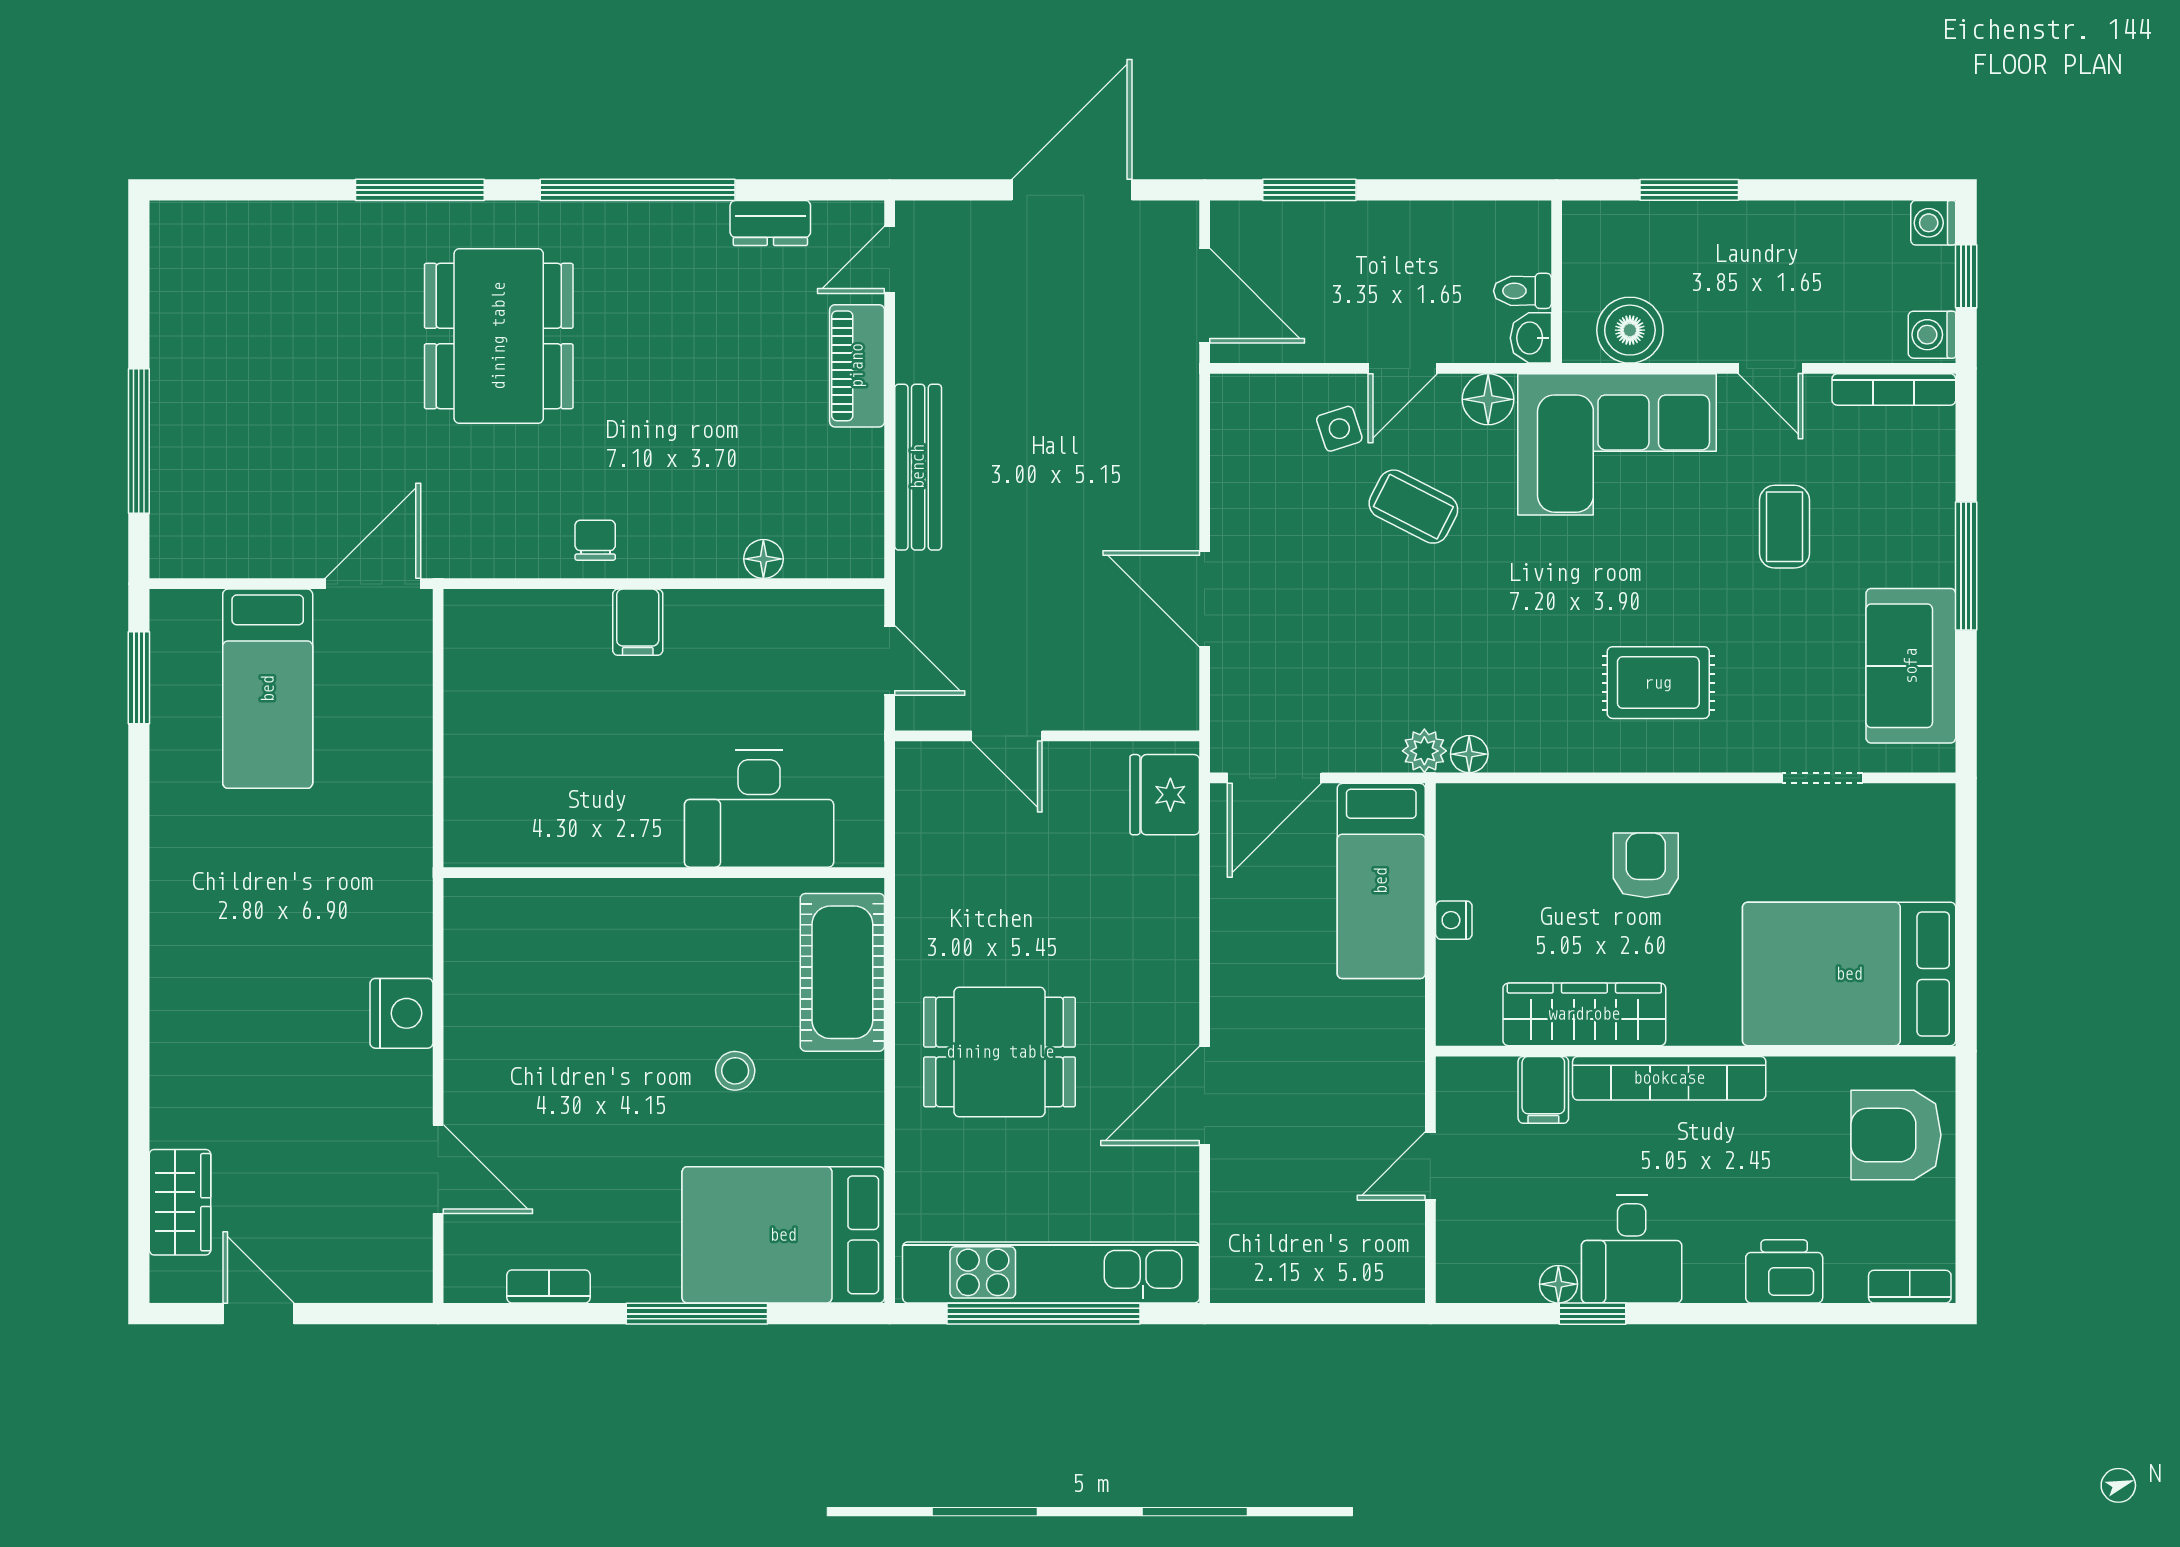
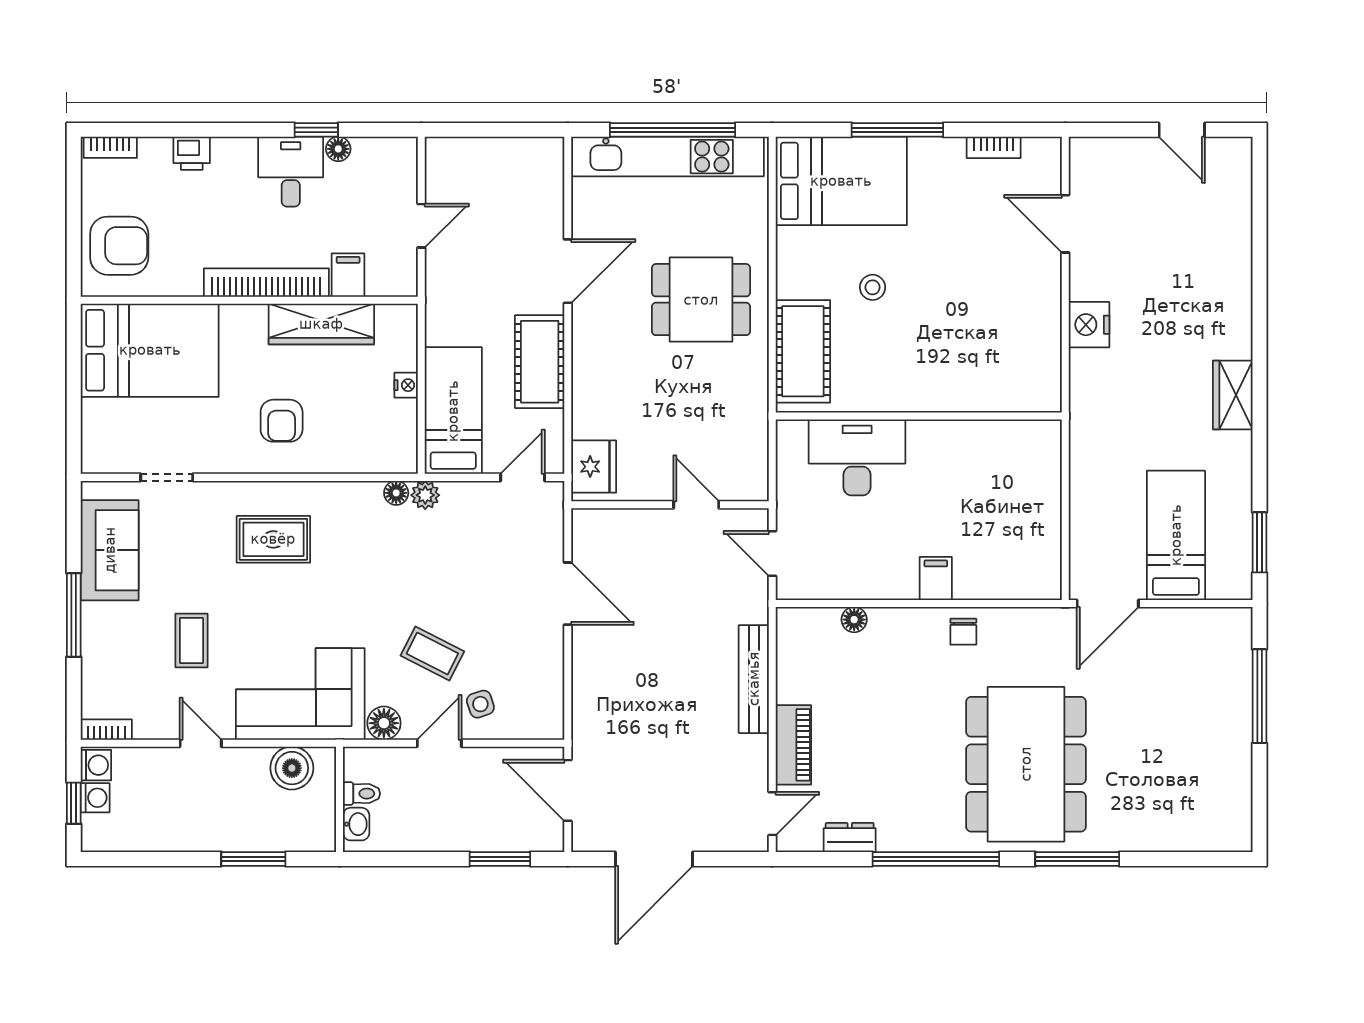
washing machine: (1933, 223) -> (95, 798), moved
dining table: (499, 336) -> (1026, 764), width x1.36, depth x1.24
washbasin: (1531, 338) -> (356, 824), moved
bookcase: (1894, 389) -> (106, 730), width x0.64
door: (1274, 778) -> (523, 477), width x0.73
cot: (1248, 956) -> (540, 362), added
wardrobe: (180, 1202) -> (1233, 395), moved
printer: (1784, 1271) -> (192, 153), width x0.73, depth x0.81

